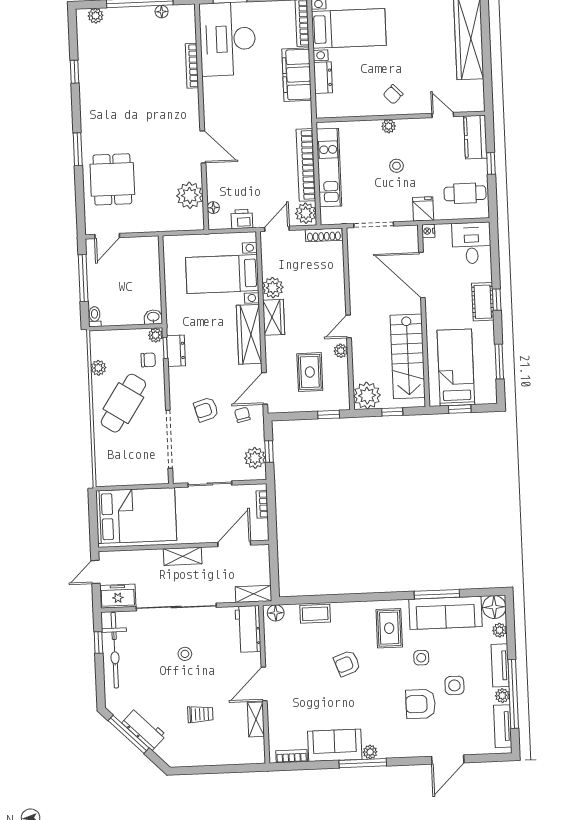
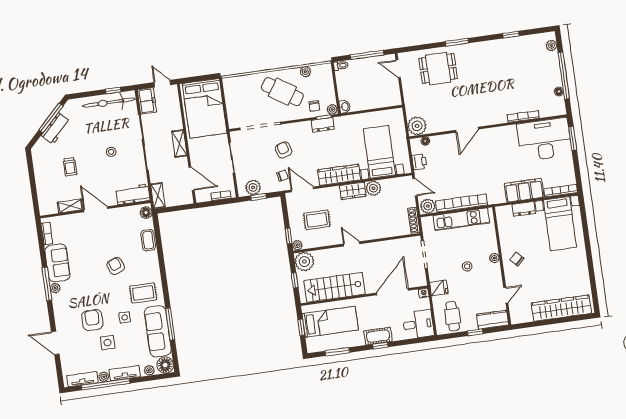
plant: (190, 195) -> (417, 126), moved
plant: (341, 351) -> (297, 245), moved

